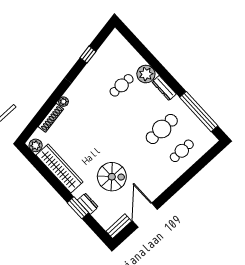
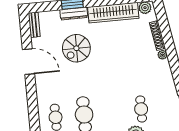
dresser: (88, 204) -> (74, 14), width x1.44
door: (145, 215) -> (28, 62), moved

